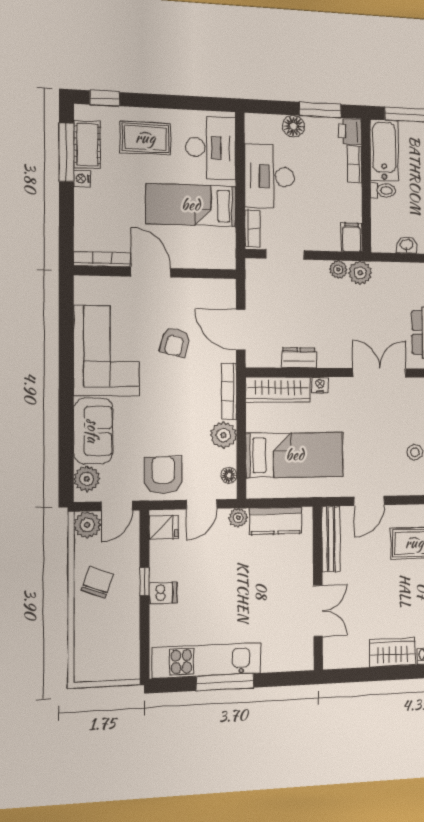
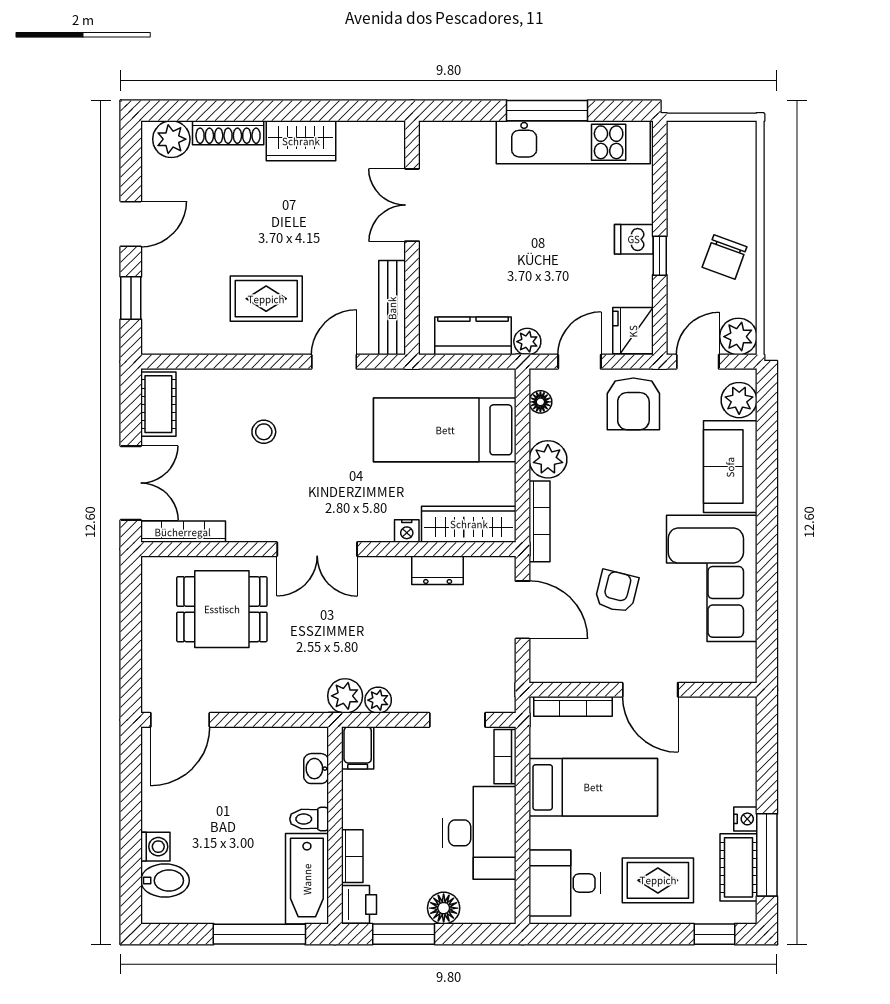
desk: (211, 148) -> (565, 883), width x0.73
washbasin: (407, 245) -> (316, 769), moved, turned 90
bookcase: (102, 259) -> (573, 706), moved
fridge: (164, 527) -> (633, 331), width x1.38

